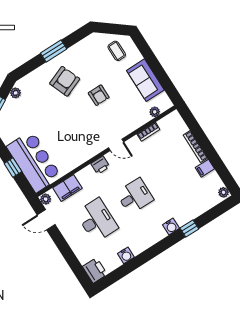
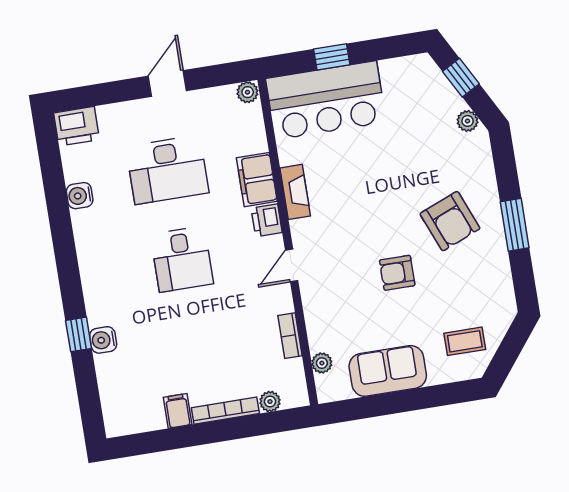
fireplace: (82, 158) -> (295, 192), added
filing cabinet: (67, 188) -> (257, 180), moved
plant: (223, 192) -> (270, 402), moved
door: (46, 220) -> (167, 83), moved
water cooler: (171, 227) -> (103, 340), moved

